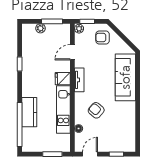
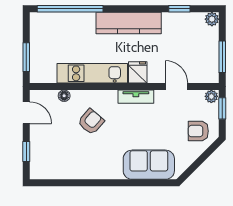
plant: (40, 28) -> (212, 19), moved
armchair: (103, 37) -> (198, 131), turned -90
window: (20, 64) -> (179, 9), moved
sofa: (125, 77) -> (149, 165), width x0.73
kitchen counter: (29, 112) -> (129, 23), moved, width x1.50

